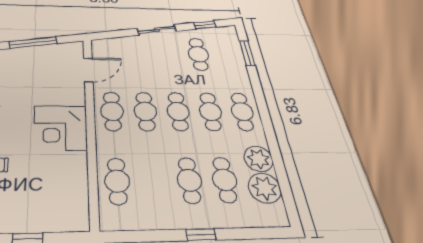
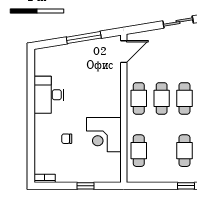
door: (88, 70) -> (124, 52), moved
corner desk: (60, 128) -> (104, 135), moved

